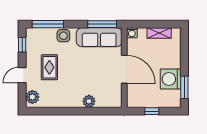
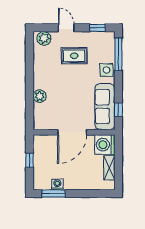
window: (102, 24) -> (118, 110), width x0.46
washing machine: (132, 33) -> (105, 145), width x1.89, depth x1.89
washing machine: (171, 79) -> (57, 184), width x0.53, depth x0.53

